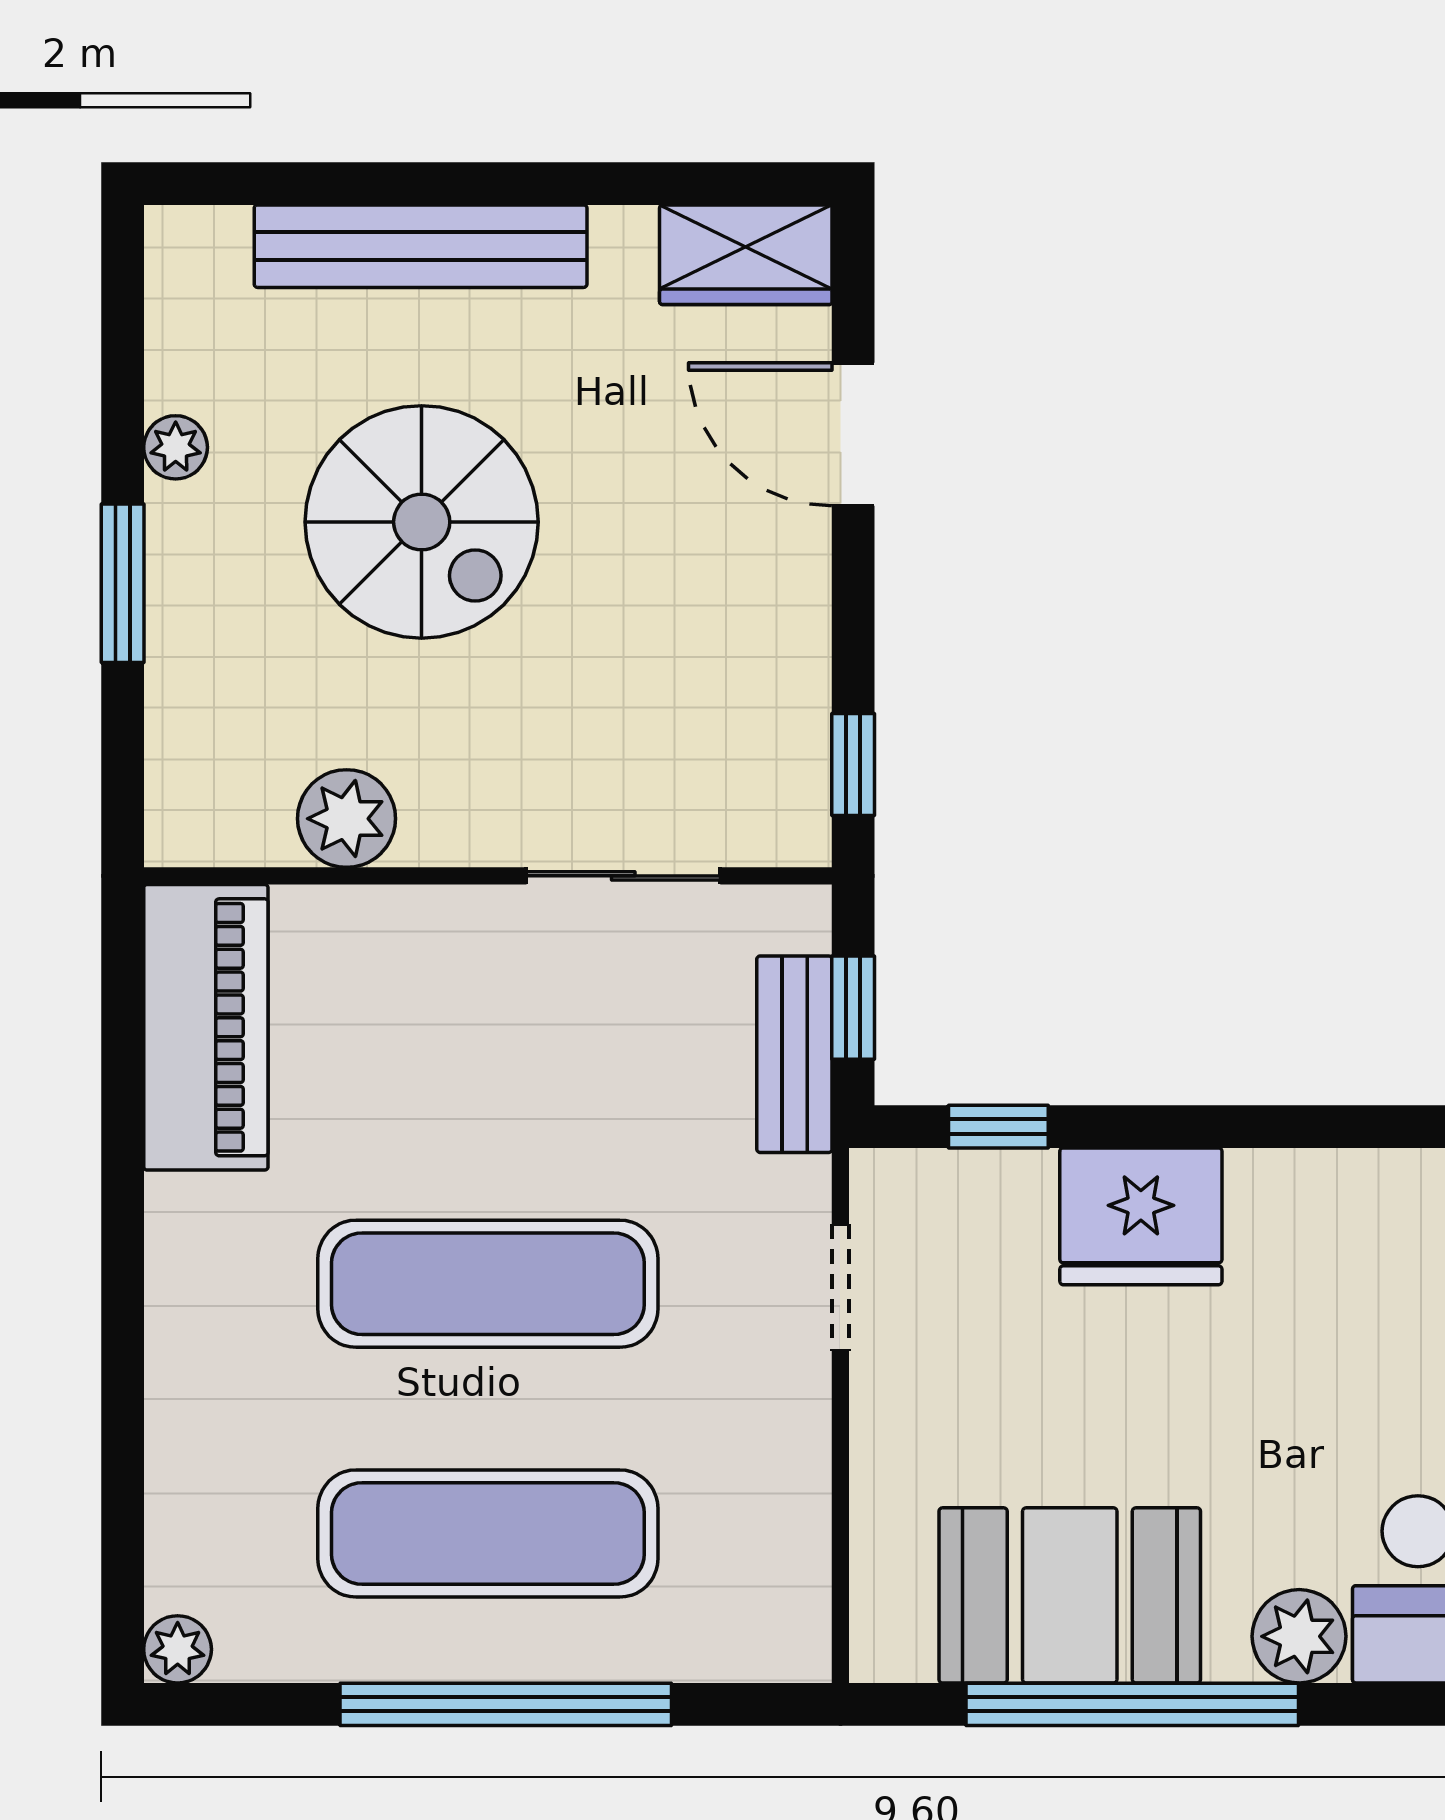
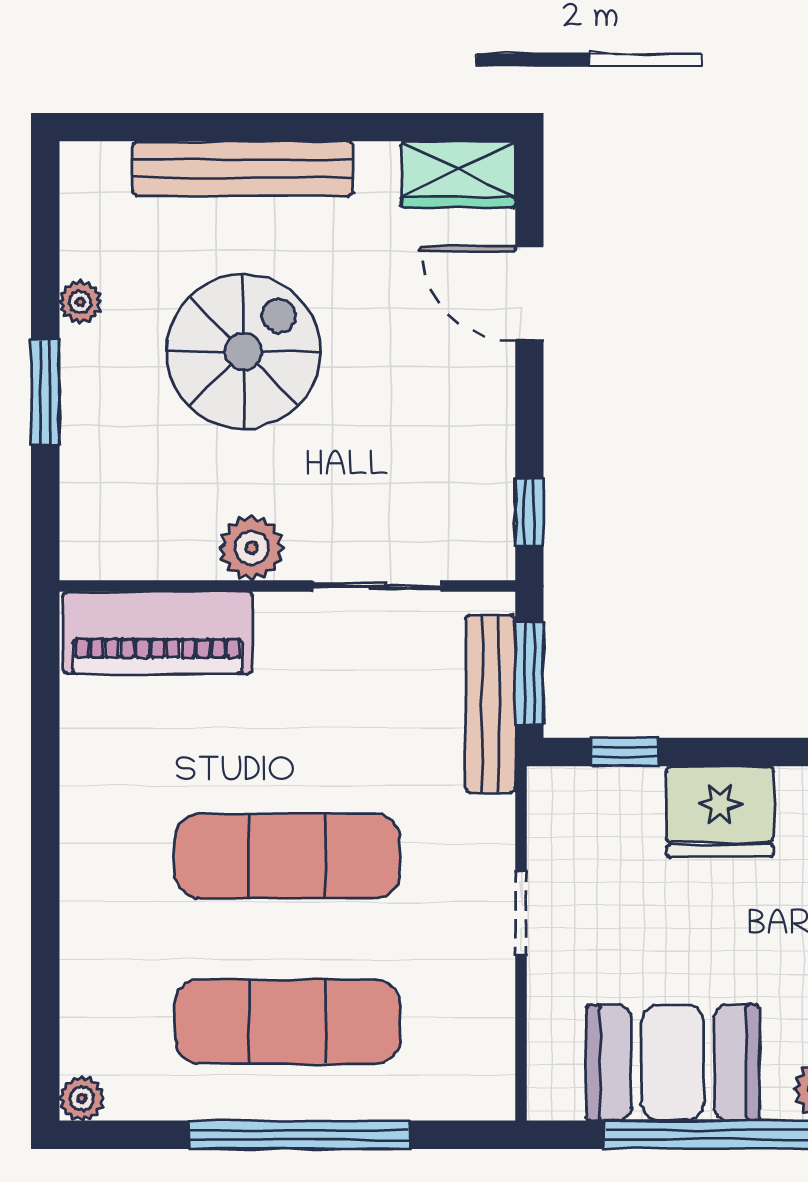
spiral stairs: (422, 522) -> (243, 351), turned -90
plant: (347, 819) -> (252, 548), moved
window: (853, 1008) -> (529, 673), width x1.50
piano: (206, 1027) -> (158, 633), moved, turned 90
bench: (794, 1054) -> (490, 704), width x1.36
doorway: (840, 1288) -> (521, 913), moved

